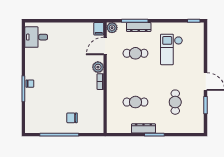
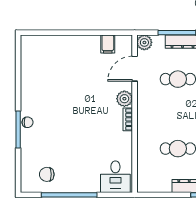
filing cabinet: (99, 29) -> (108, 44), moved
desk: (36, 37) -> (115, 177), moved, turned -90
chair: (72, 118) -> (47, 174), moved

